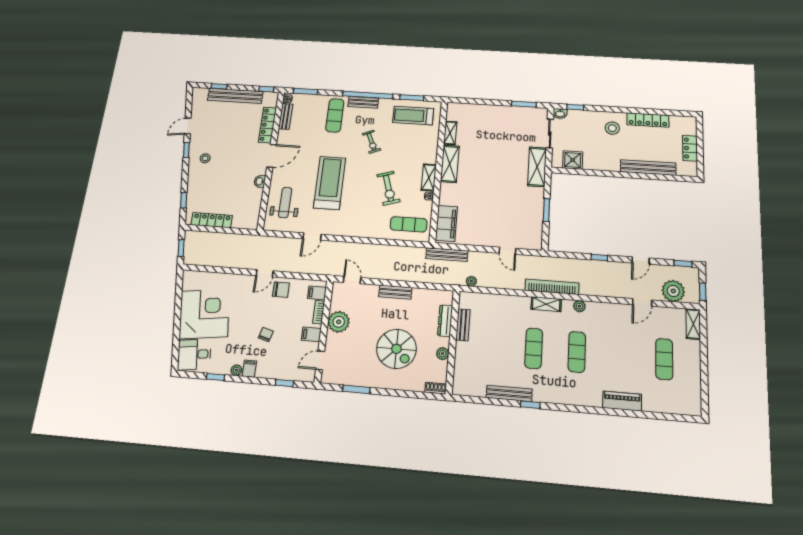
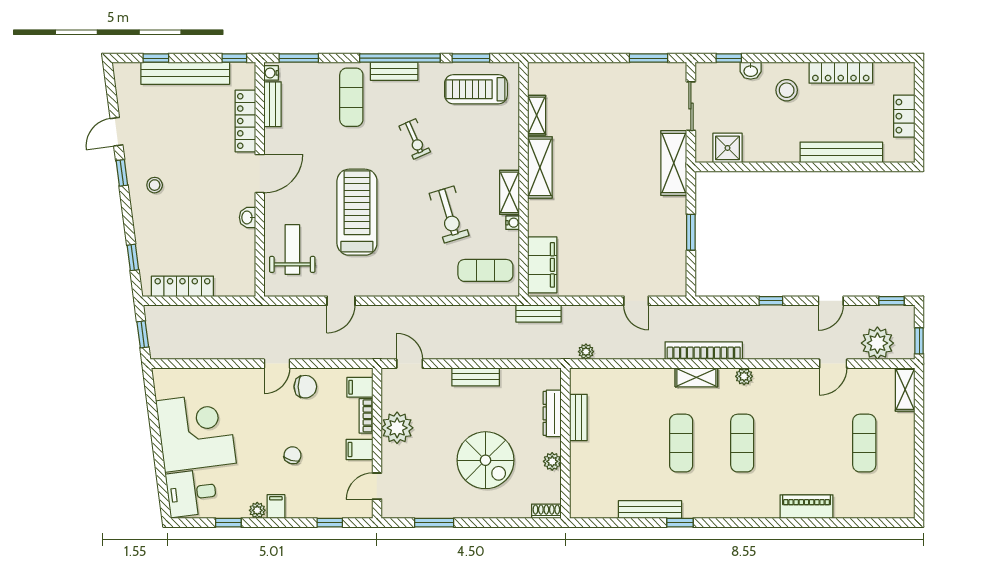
washbasin: (560, 114) -> (751, 71), moved
bench: (447, 255) -> (539, 314), width x0.73

